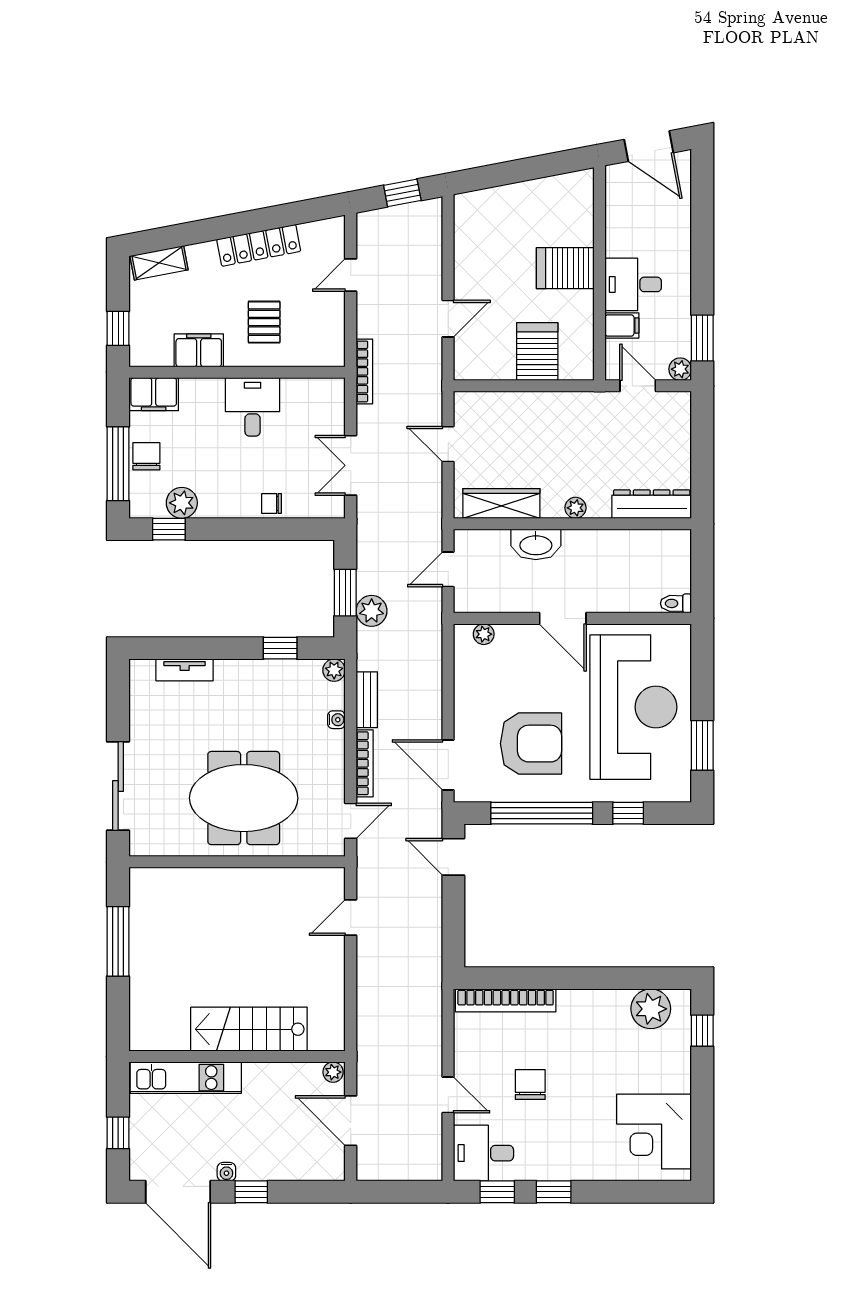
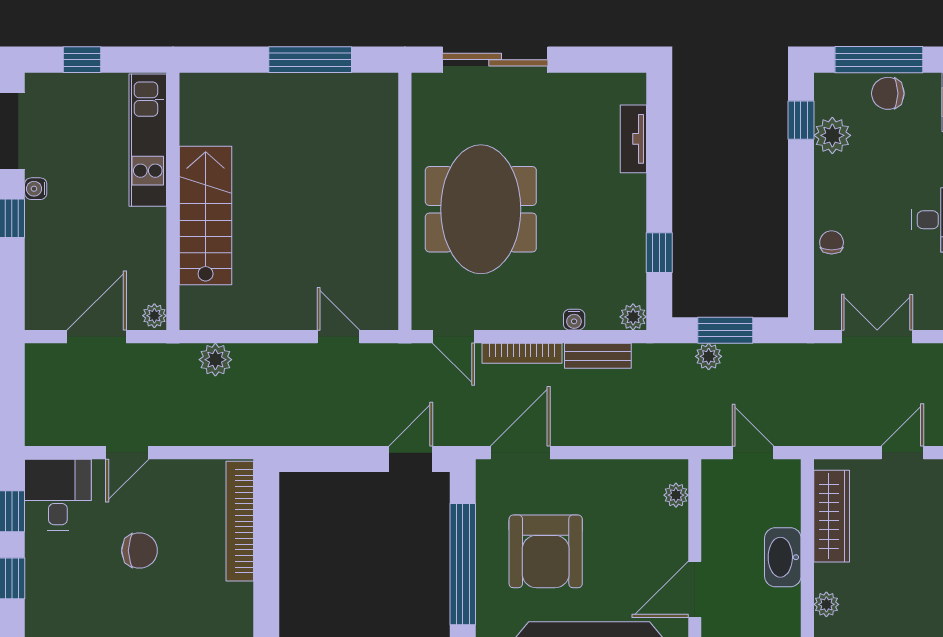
chair: (146, 456) -> (888, 93), turned 180
plant: (372, 611) -> (709, 356), width x0.73, depth x0.73
plant: (370, 1021) -> (215, 360), added

